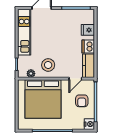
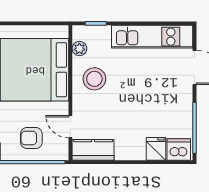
dishwasher: (88, 46) -> (179, 149), moved

